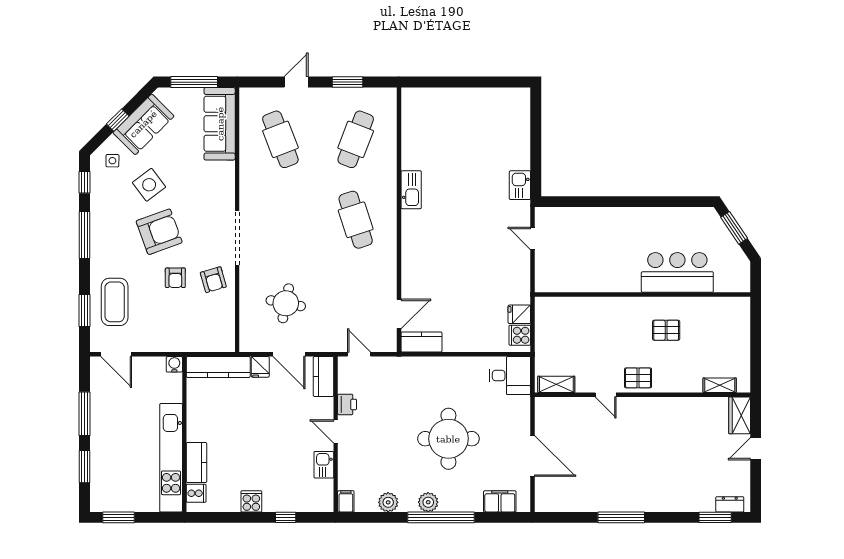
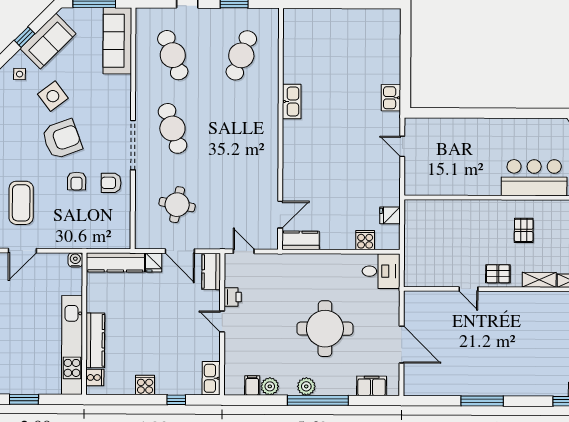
cafe table: (356, 220) -> (172, 128), moved
armchair: (213, 280) -> (111, 183), turned 106
pallet: (666, 330) -> (524, 230), turned 90
cooker: (520, 335) -> (365, 240), moved, turned 90
door: (116, 354) -> (22, 251), hinge flipped
shelving: (556, 384) -> (539, 280), moved
kitchen counter: (197, 463) -> (95, 340), width x1.50
kitchen sink: (324, 465) -> (211, 378), moved, width x1.38
filing cabinet: (346, 501) -> (252, 385), moved

